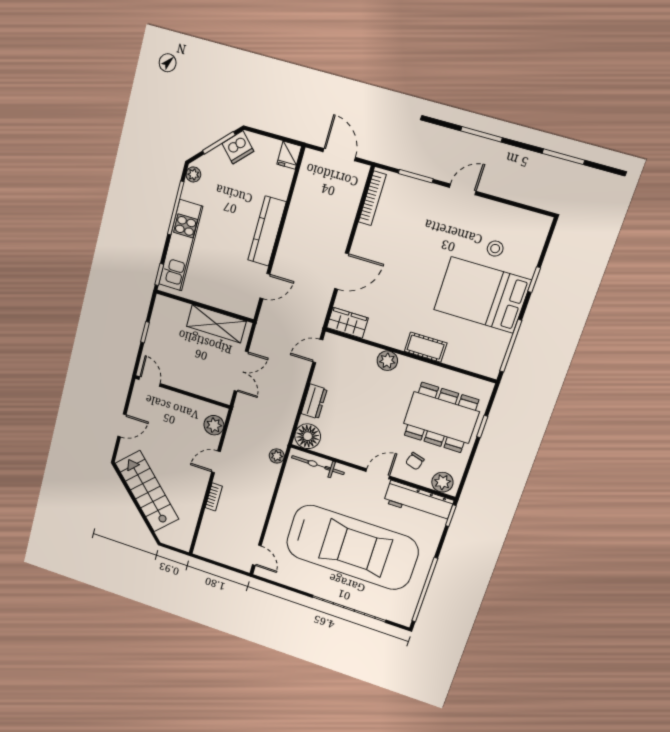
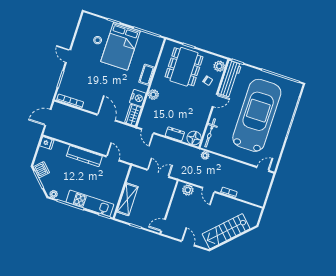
shelving: (216, 324) -> (127, 199), moved
nightstand: (380, 331) -> (138, 98), added
door: (378, 474) -> (215, 100), swing flipped

